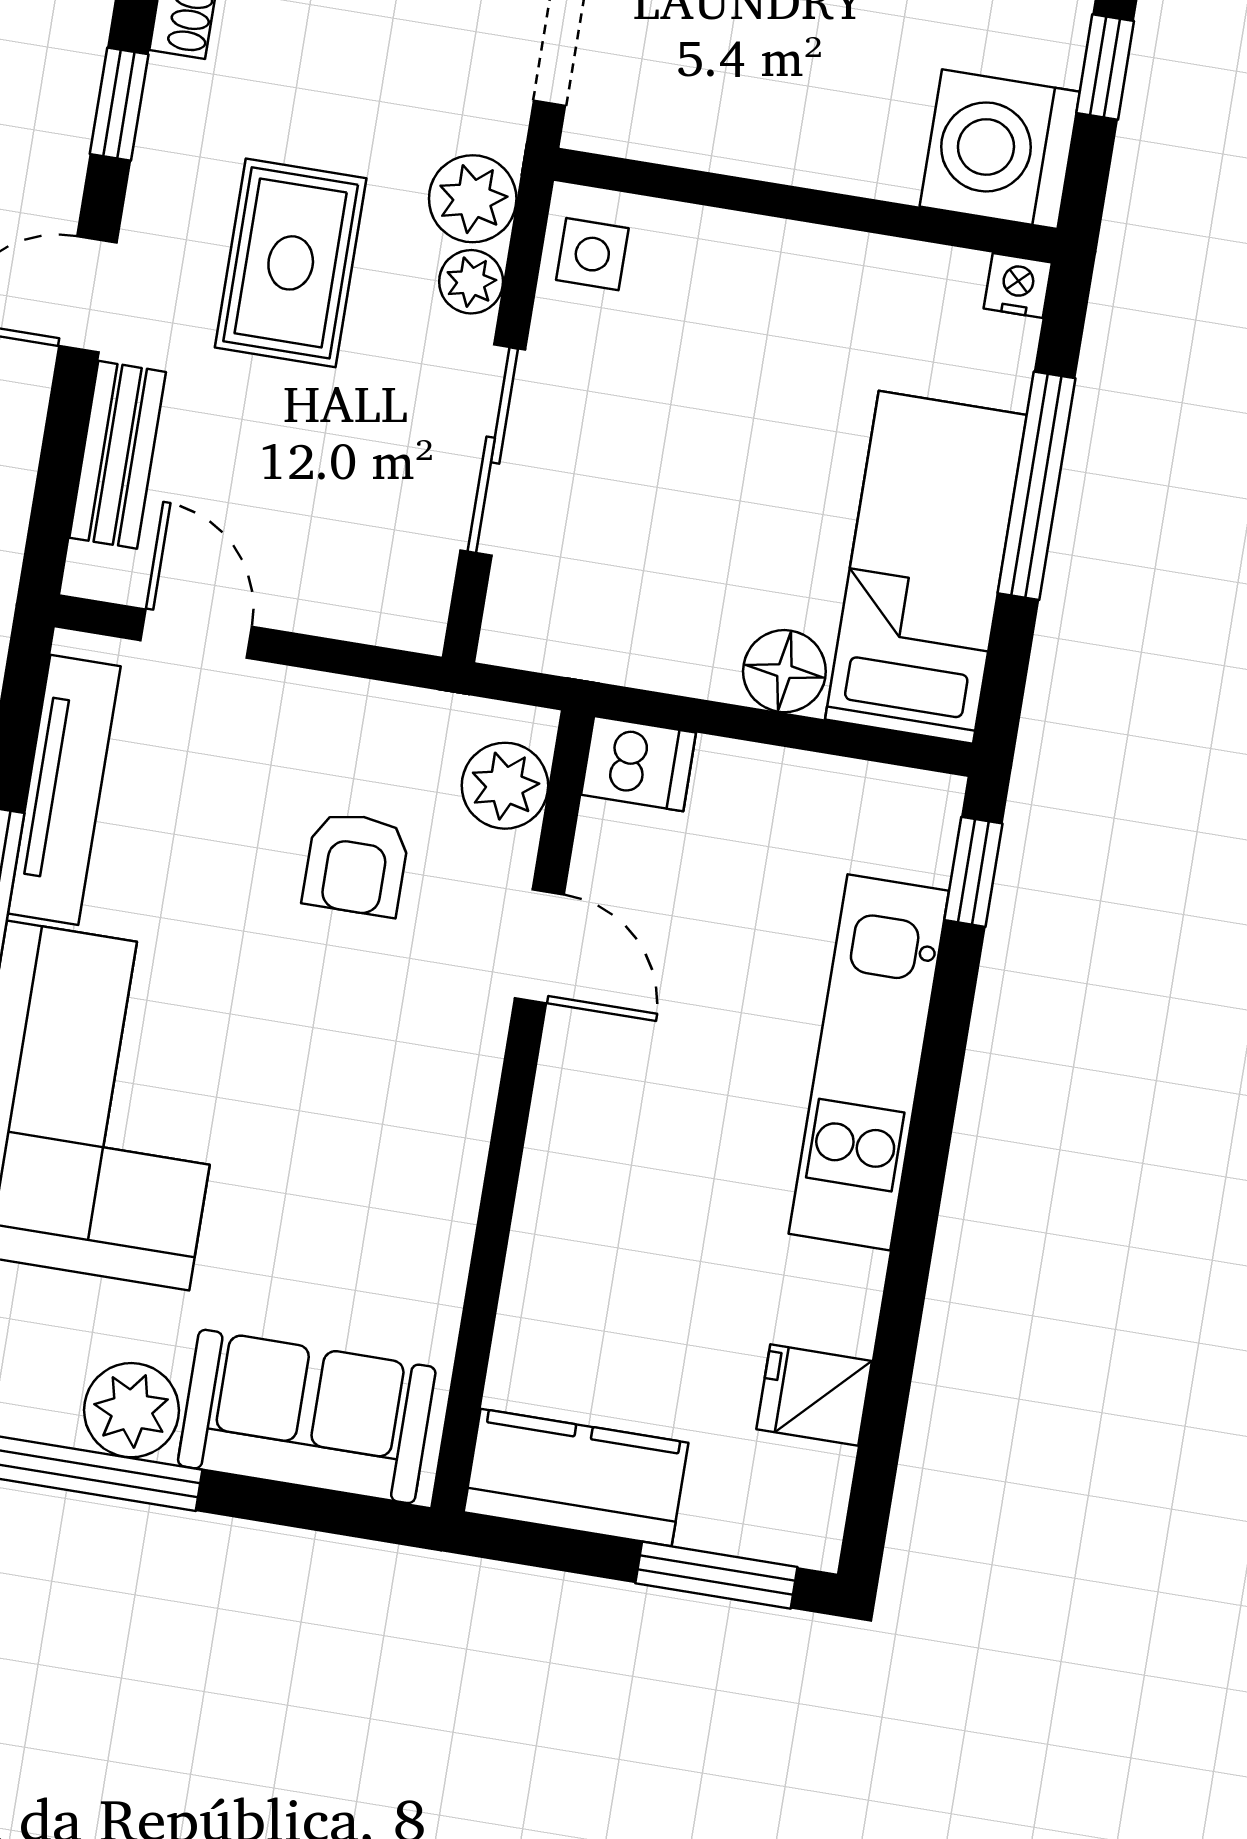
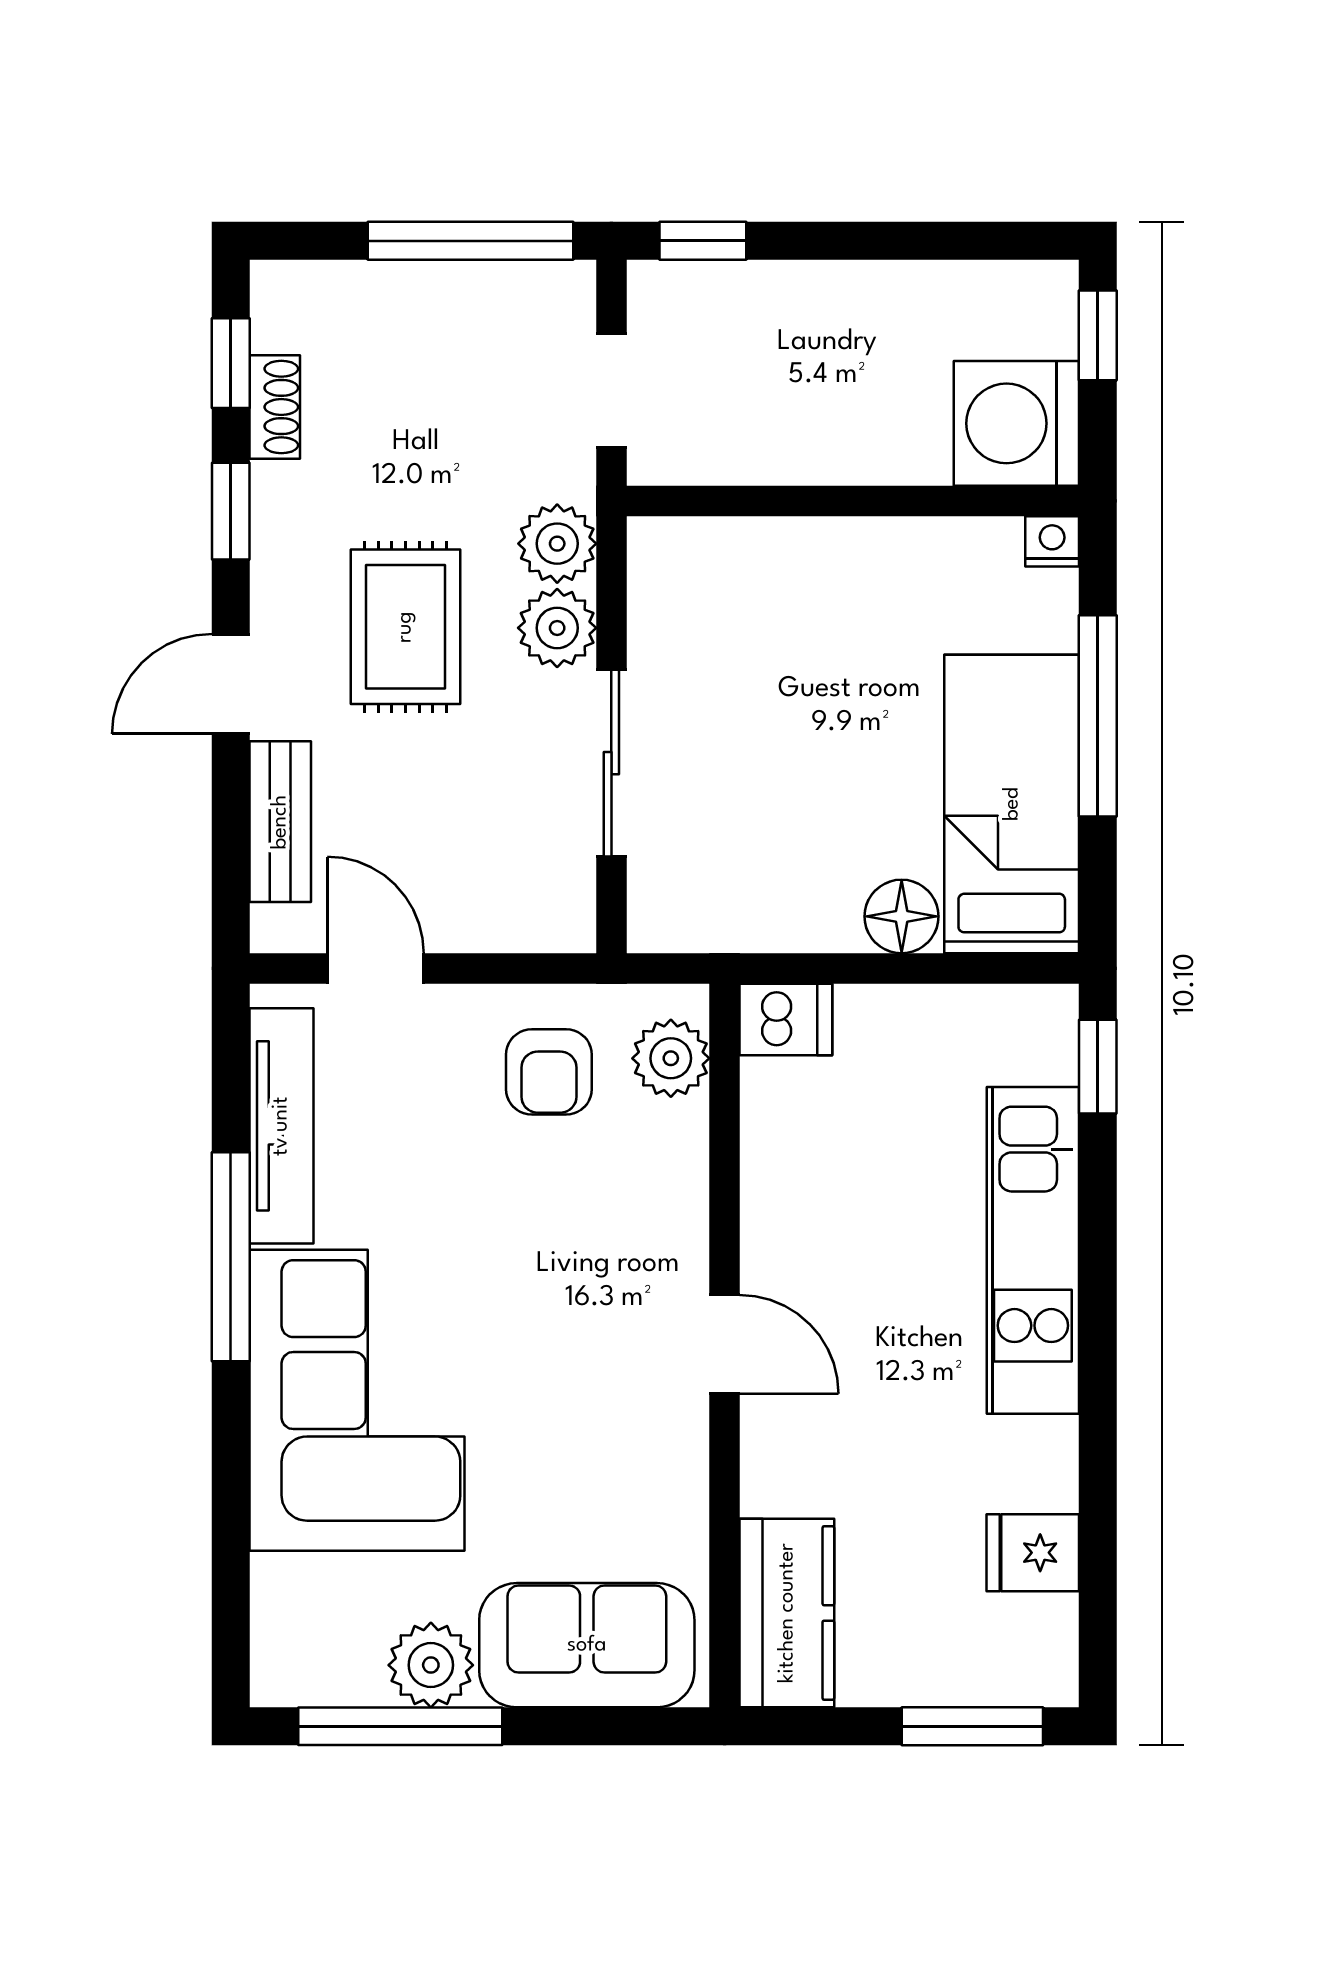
side table: (592, 254) -> (671, 575), removed
plant: (471, 282) -> (557, 628), width x1.38, depth x1.38
armchair: (356, 864) -> (549, 1072), moved
door: (539, 946) -> (725, 1344), moved
kitchen counter: (576, 1478) -> (787, 1613), moved, turned 90

